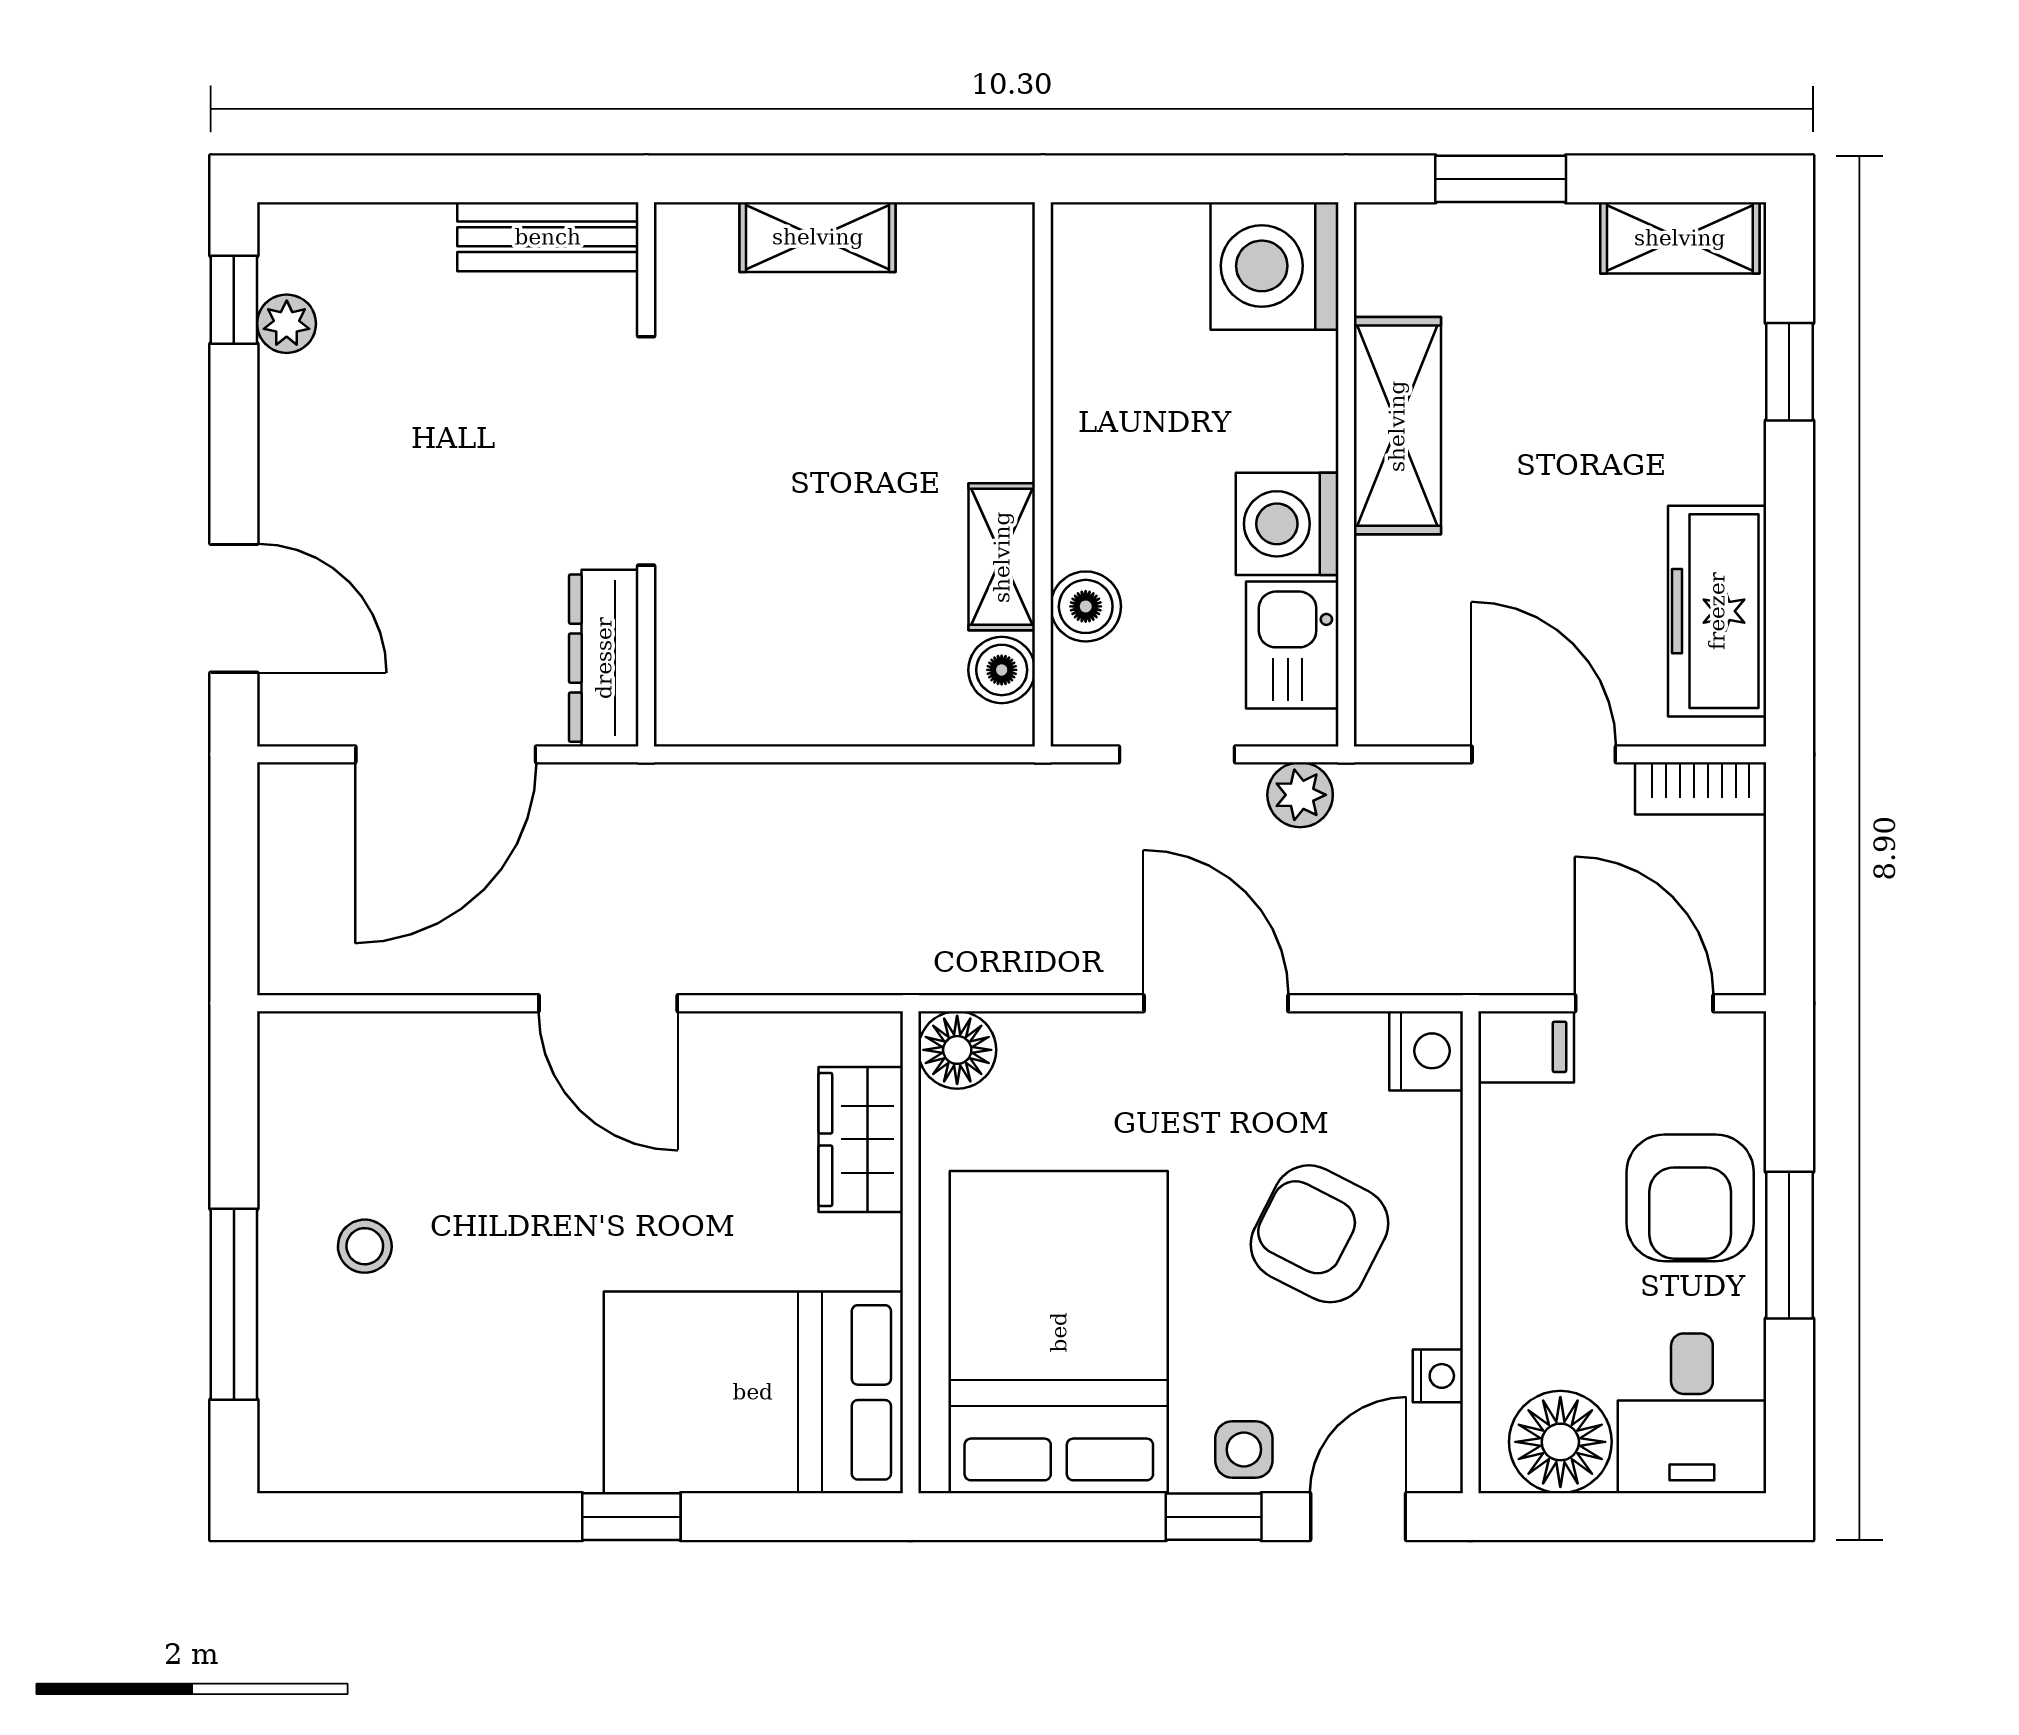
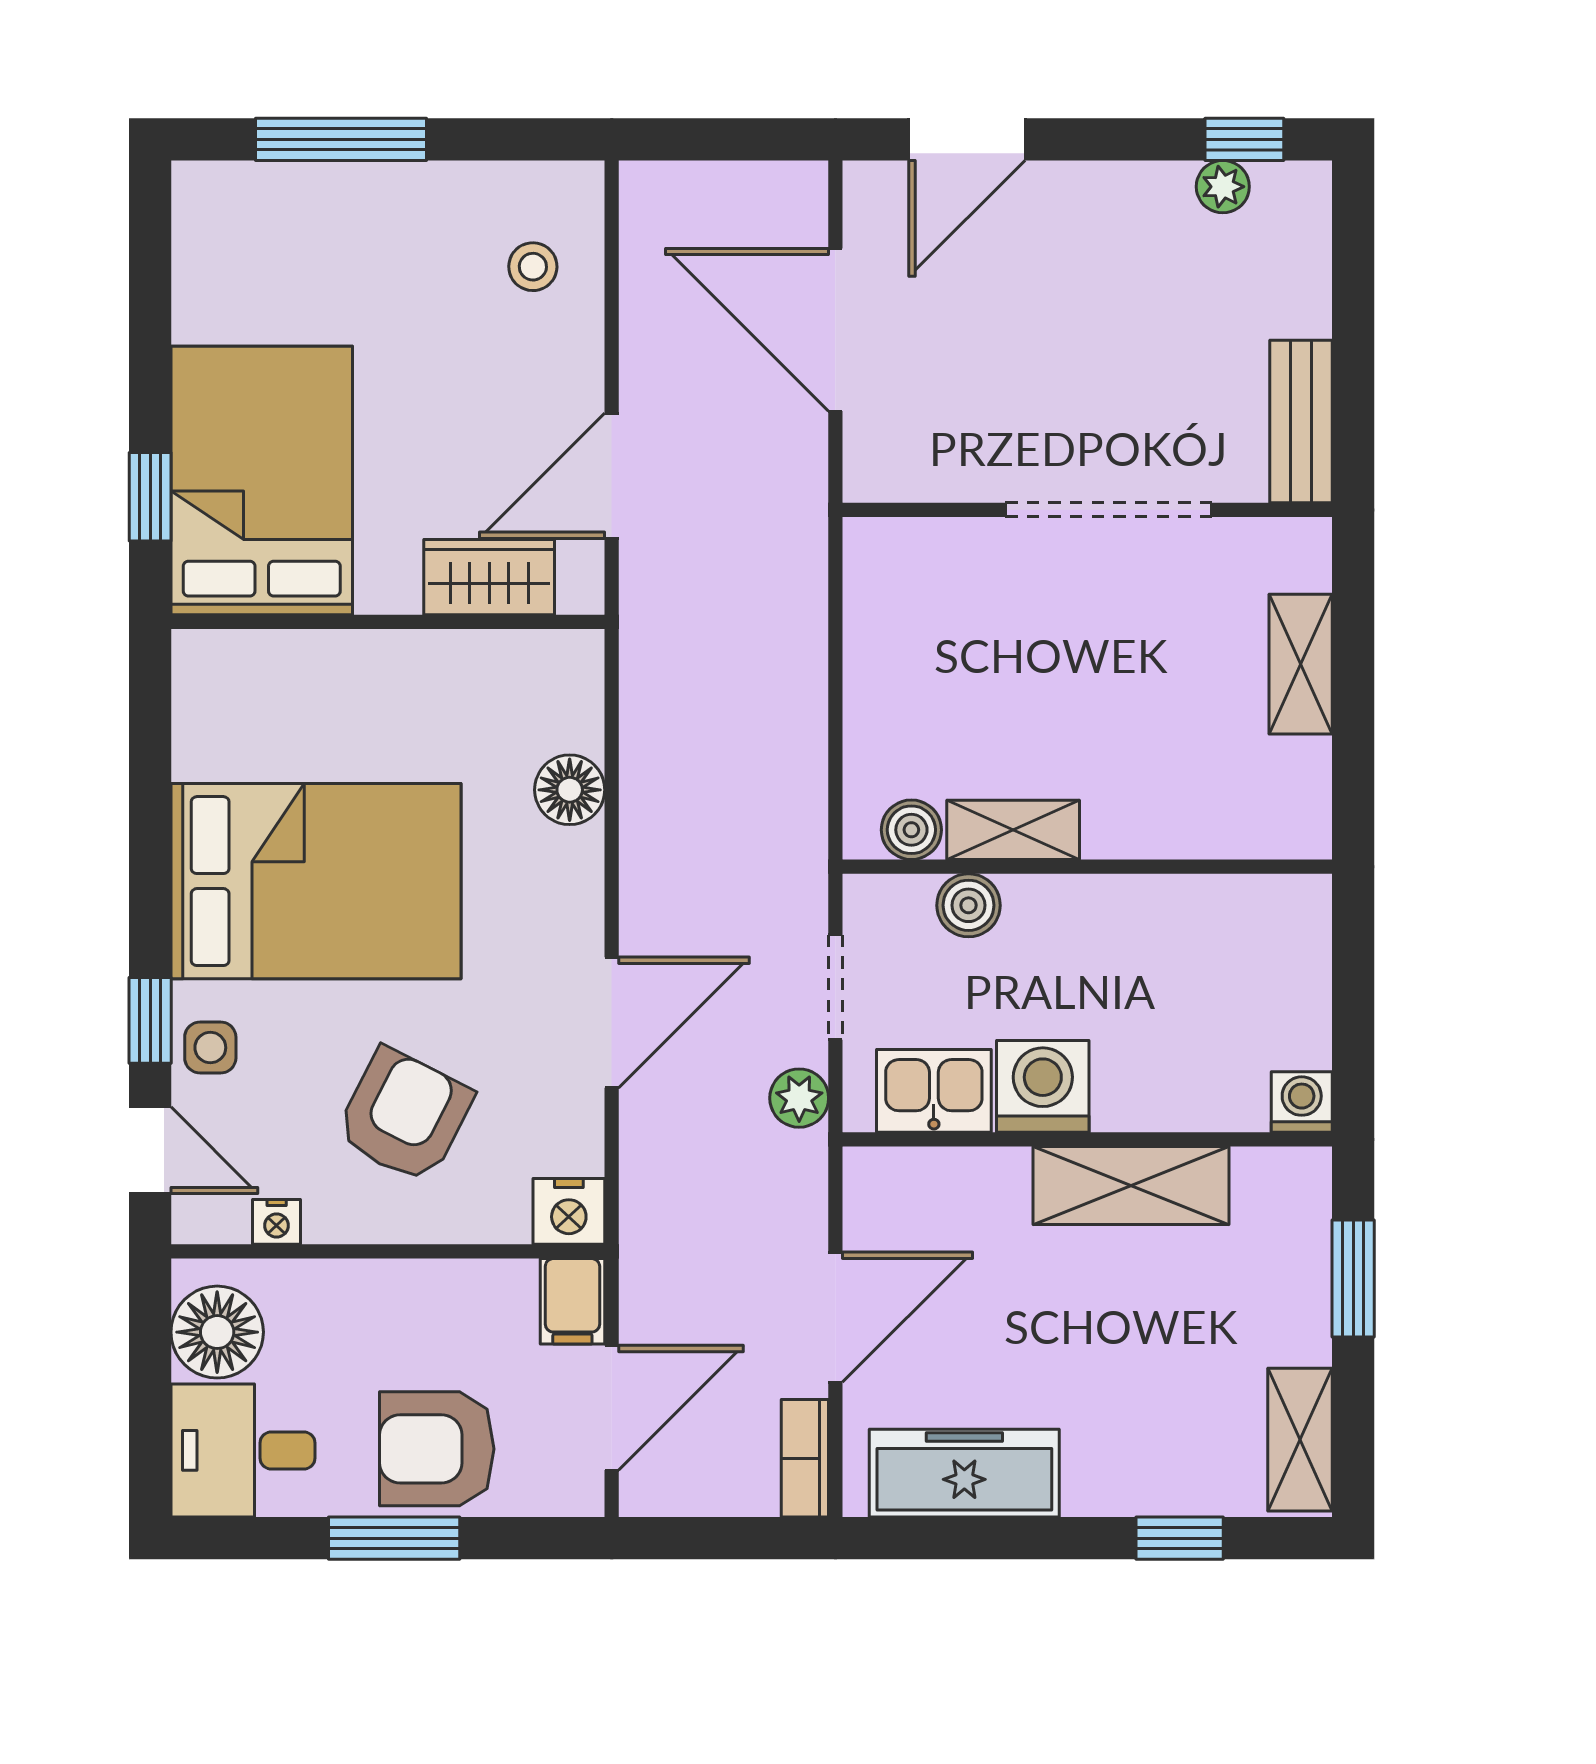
washing machine: (1275, 266) -> (1302, 1102), width x0.53, depth x0.53
dresser: (604, 658) -> (922, 472), removed
wardrobe: (861, 1139) -> (489, 577), moved
stool: (365, 1246) -> (533, 267), moved
wall: (911, 1252) -> (388, 622), moved
bed: (753, 1392) -> (262, 480), moved

